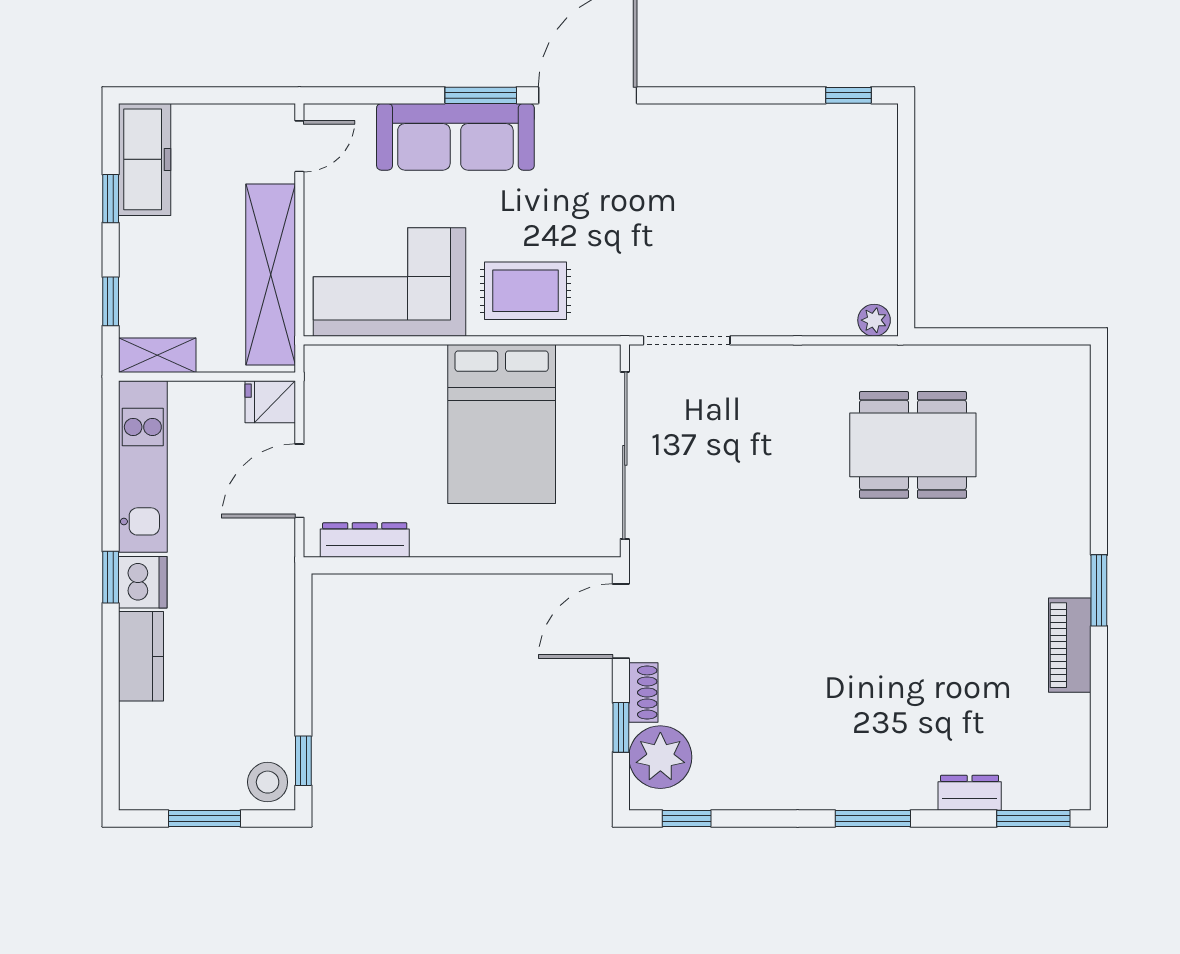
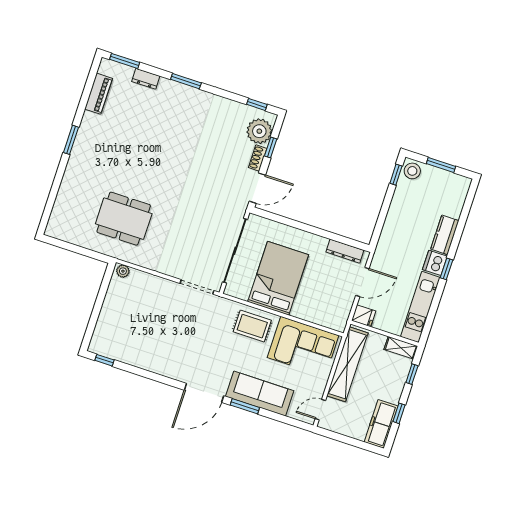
piano: (1070, 645) -> (99, 94), moved

